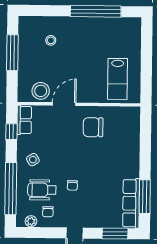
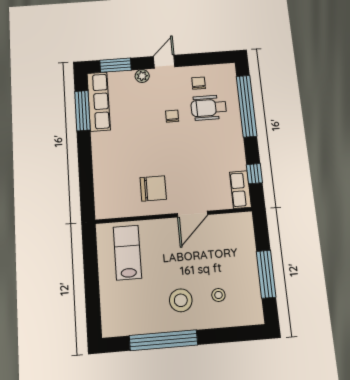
stool: (41, 91) -> (181, 300), moved
side table: (33, 160) -> (224, 142), removed
wheelchair: (42, 190) -> (209, 108), turned 180
plant: (31, 221) -> (142, 76), moved

